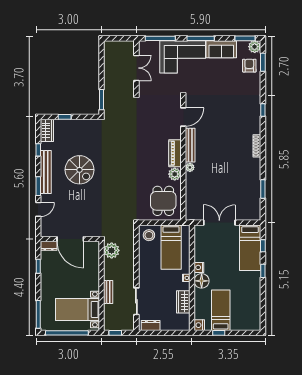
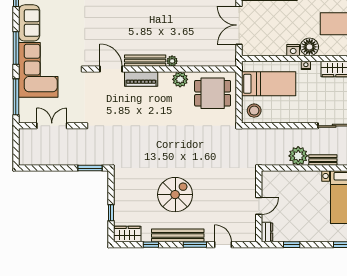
piano: (175, 153) -> (141, 79), moved
door: (70, 239) -> (259, 206), width x0.53
plant: (112, 250) -> (298, 156), moved

